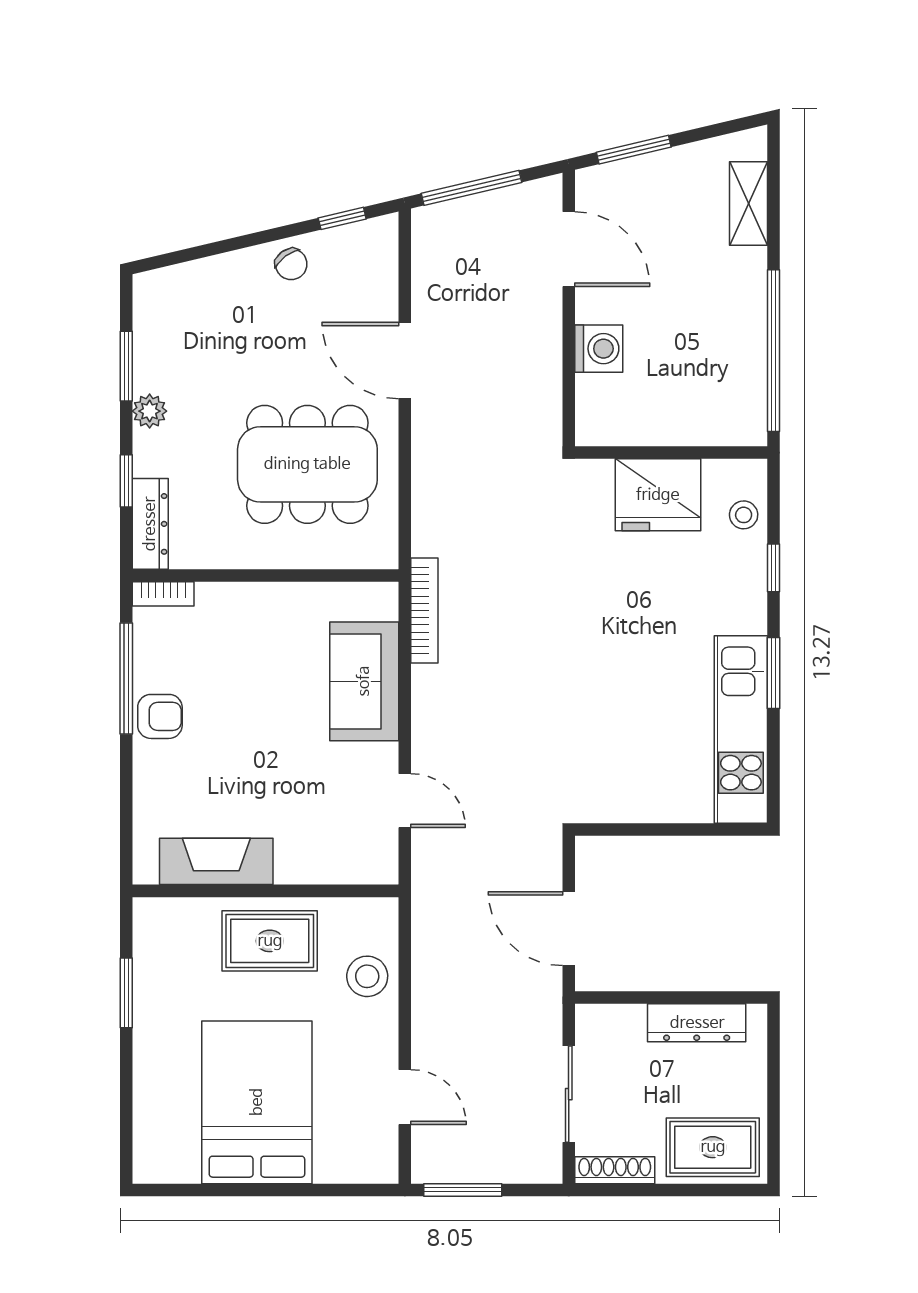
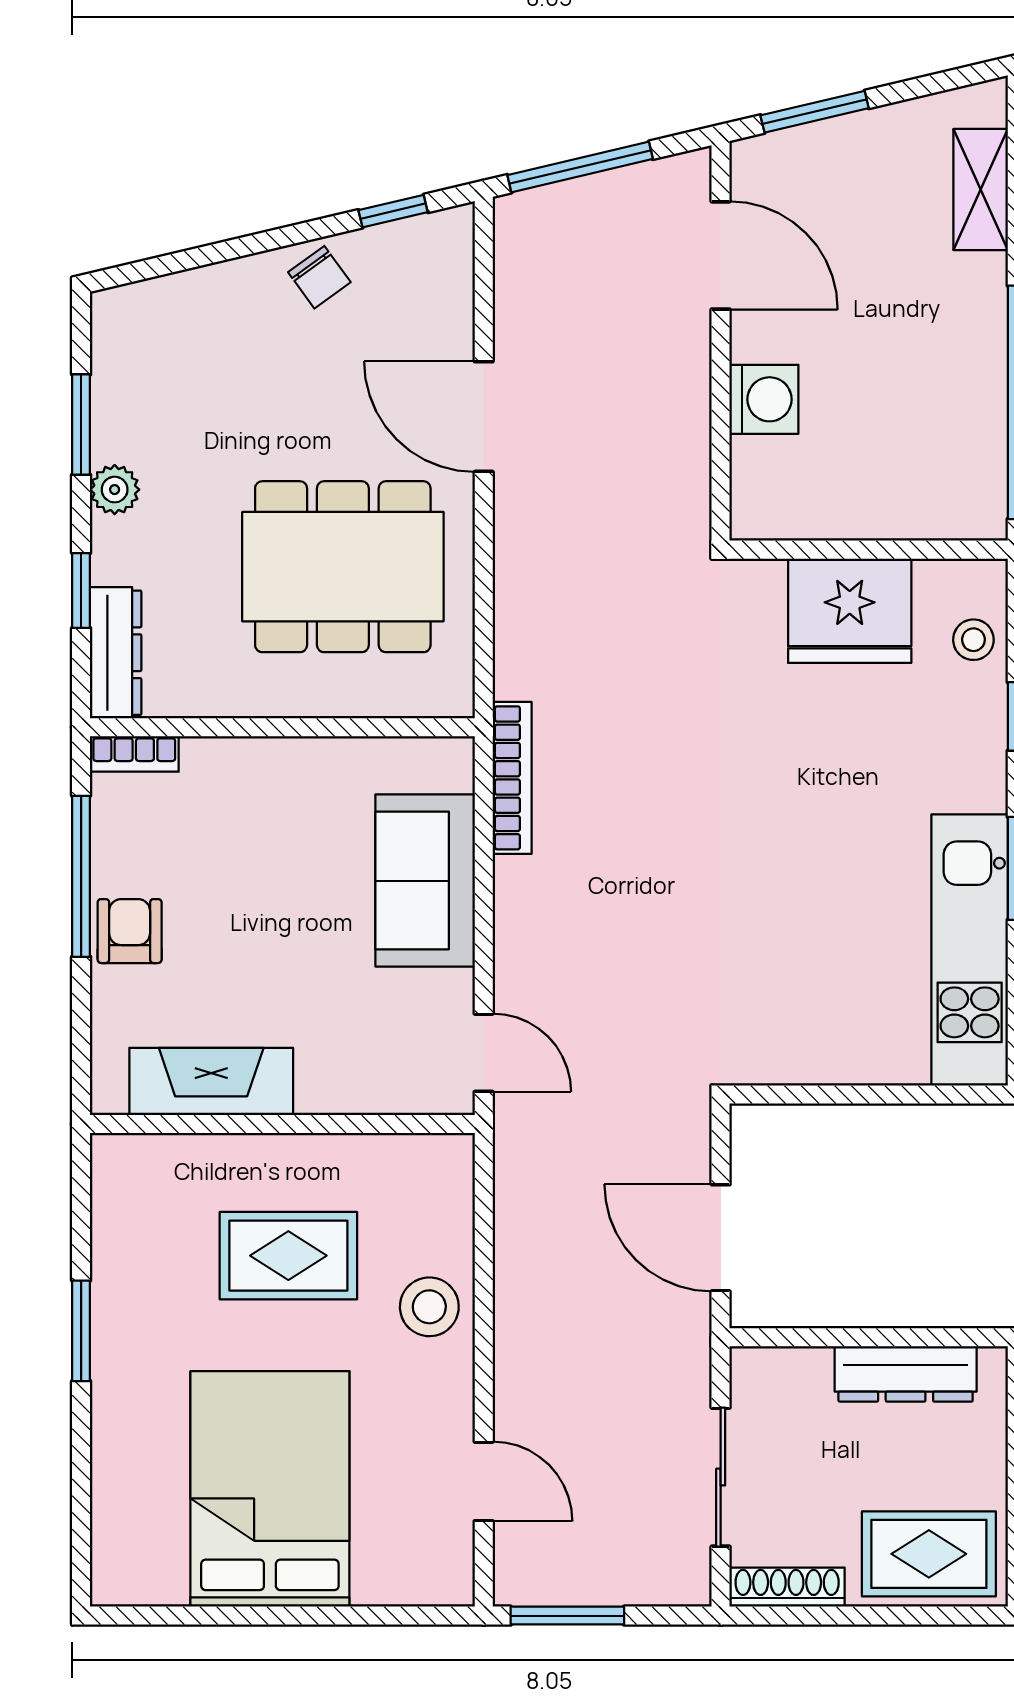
armchair: (160, 716) -> (130, 931), turned -90
fireplace: (216, 861) -> (211, 1081), moved
wall: (266, 891) -> (282, 1124), moved

